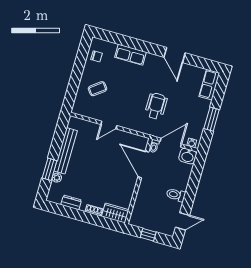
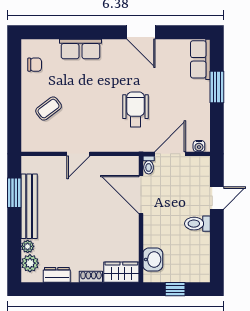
window: (212, 119) -> (217, 87), moved
washbasin: (188, 156) -> (153, 260), moved, turned -90
window: (50, 169) -> (14, 193), moved
plant: (55, 189) -> (30, 263), added
door: (182, 221) -> (217, 198), moved

